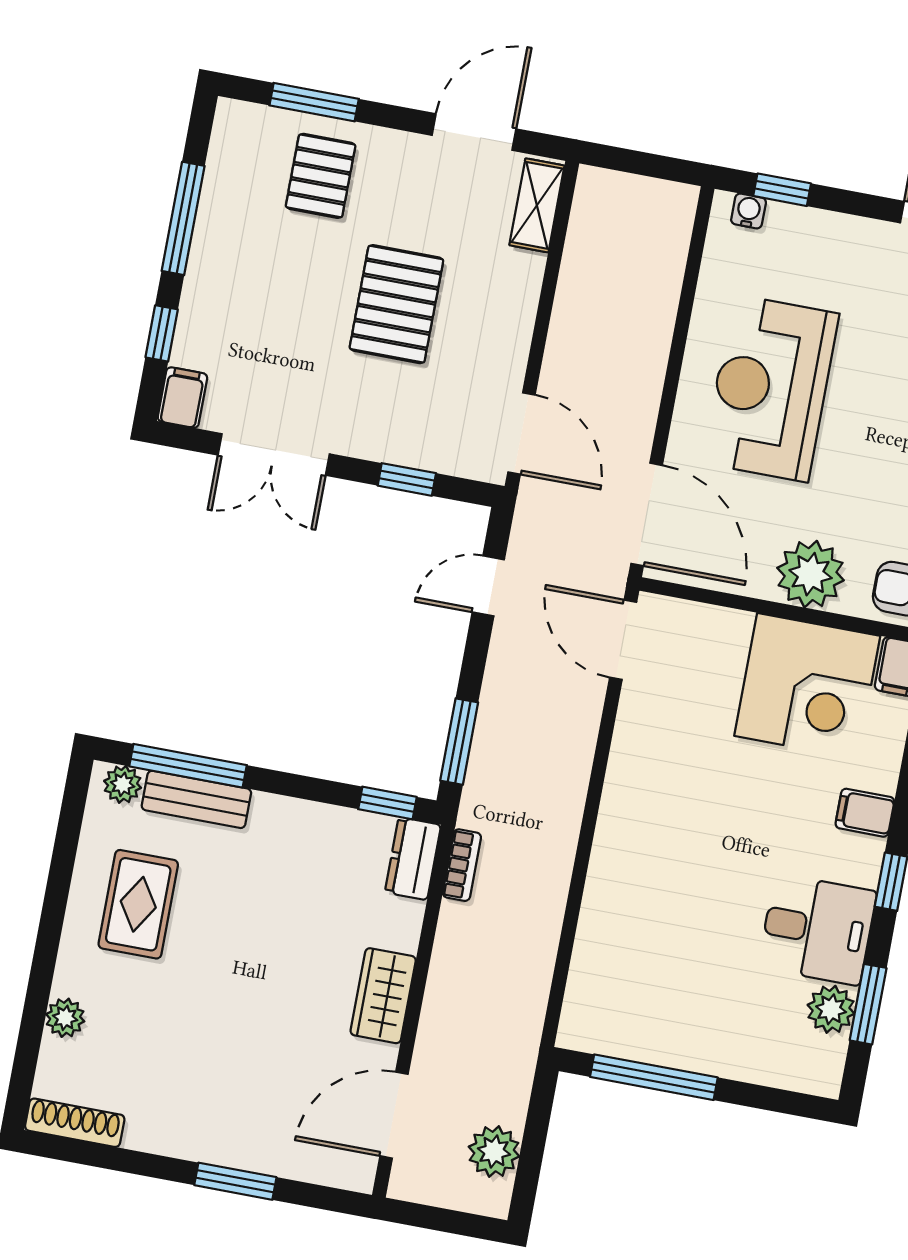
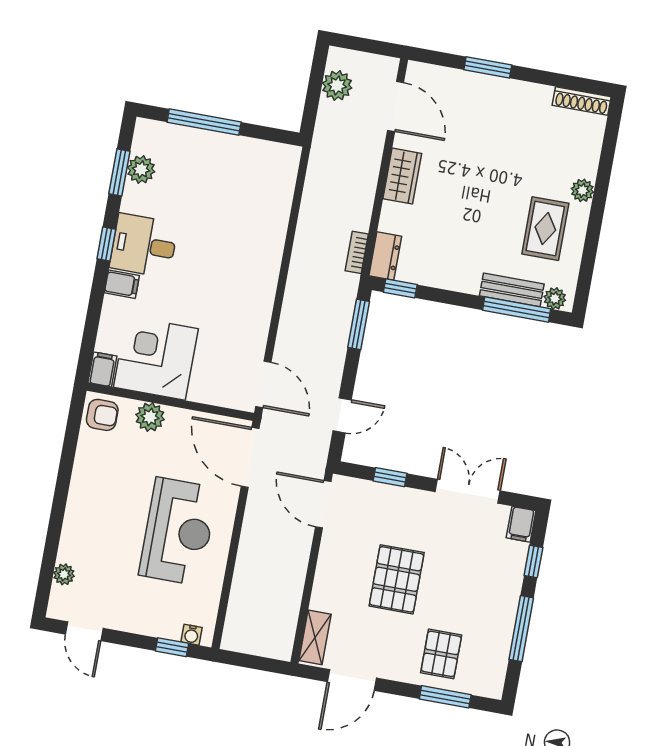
plant: (811, 574) -> (150, 417), width x0.73, depth x0.73
desk: (817, 929) -> (144, 245), moved
plant: (65, 1018) -> (582, 190), moved
window: (654, 1077) -> (204, 122), moved
door: (394, 1115) -> (396, 106), hinge flipped

